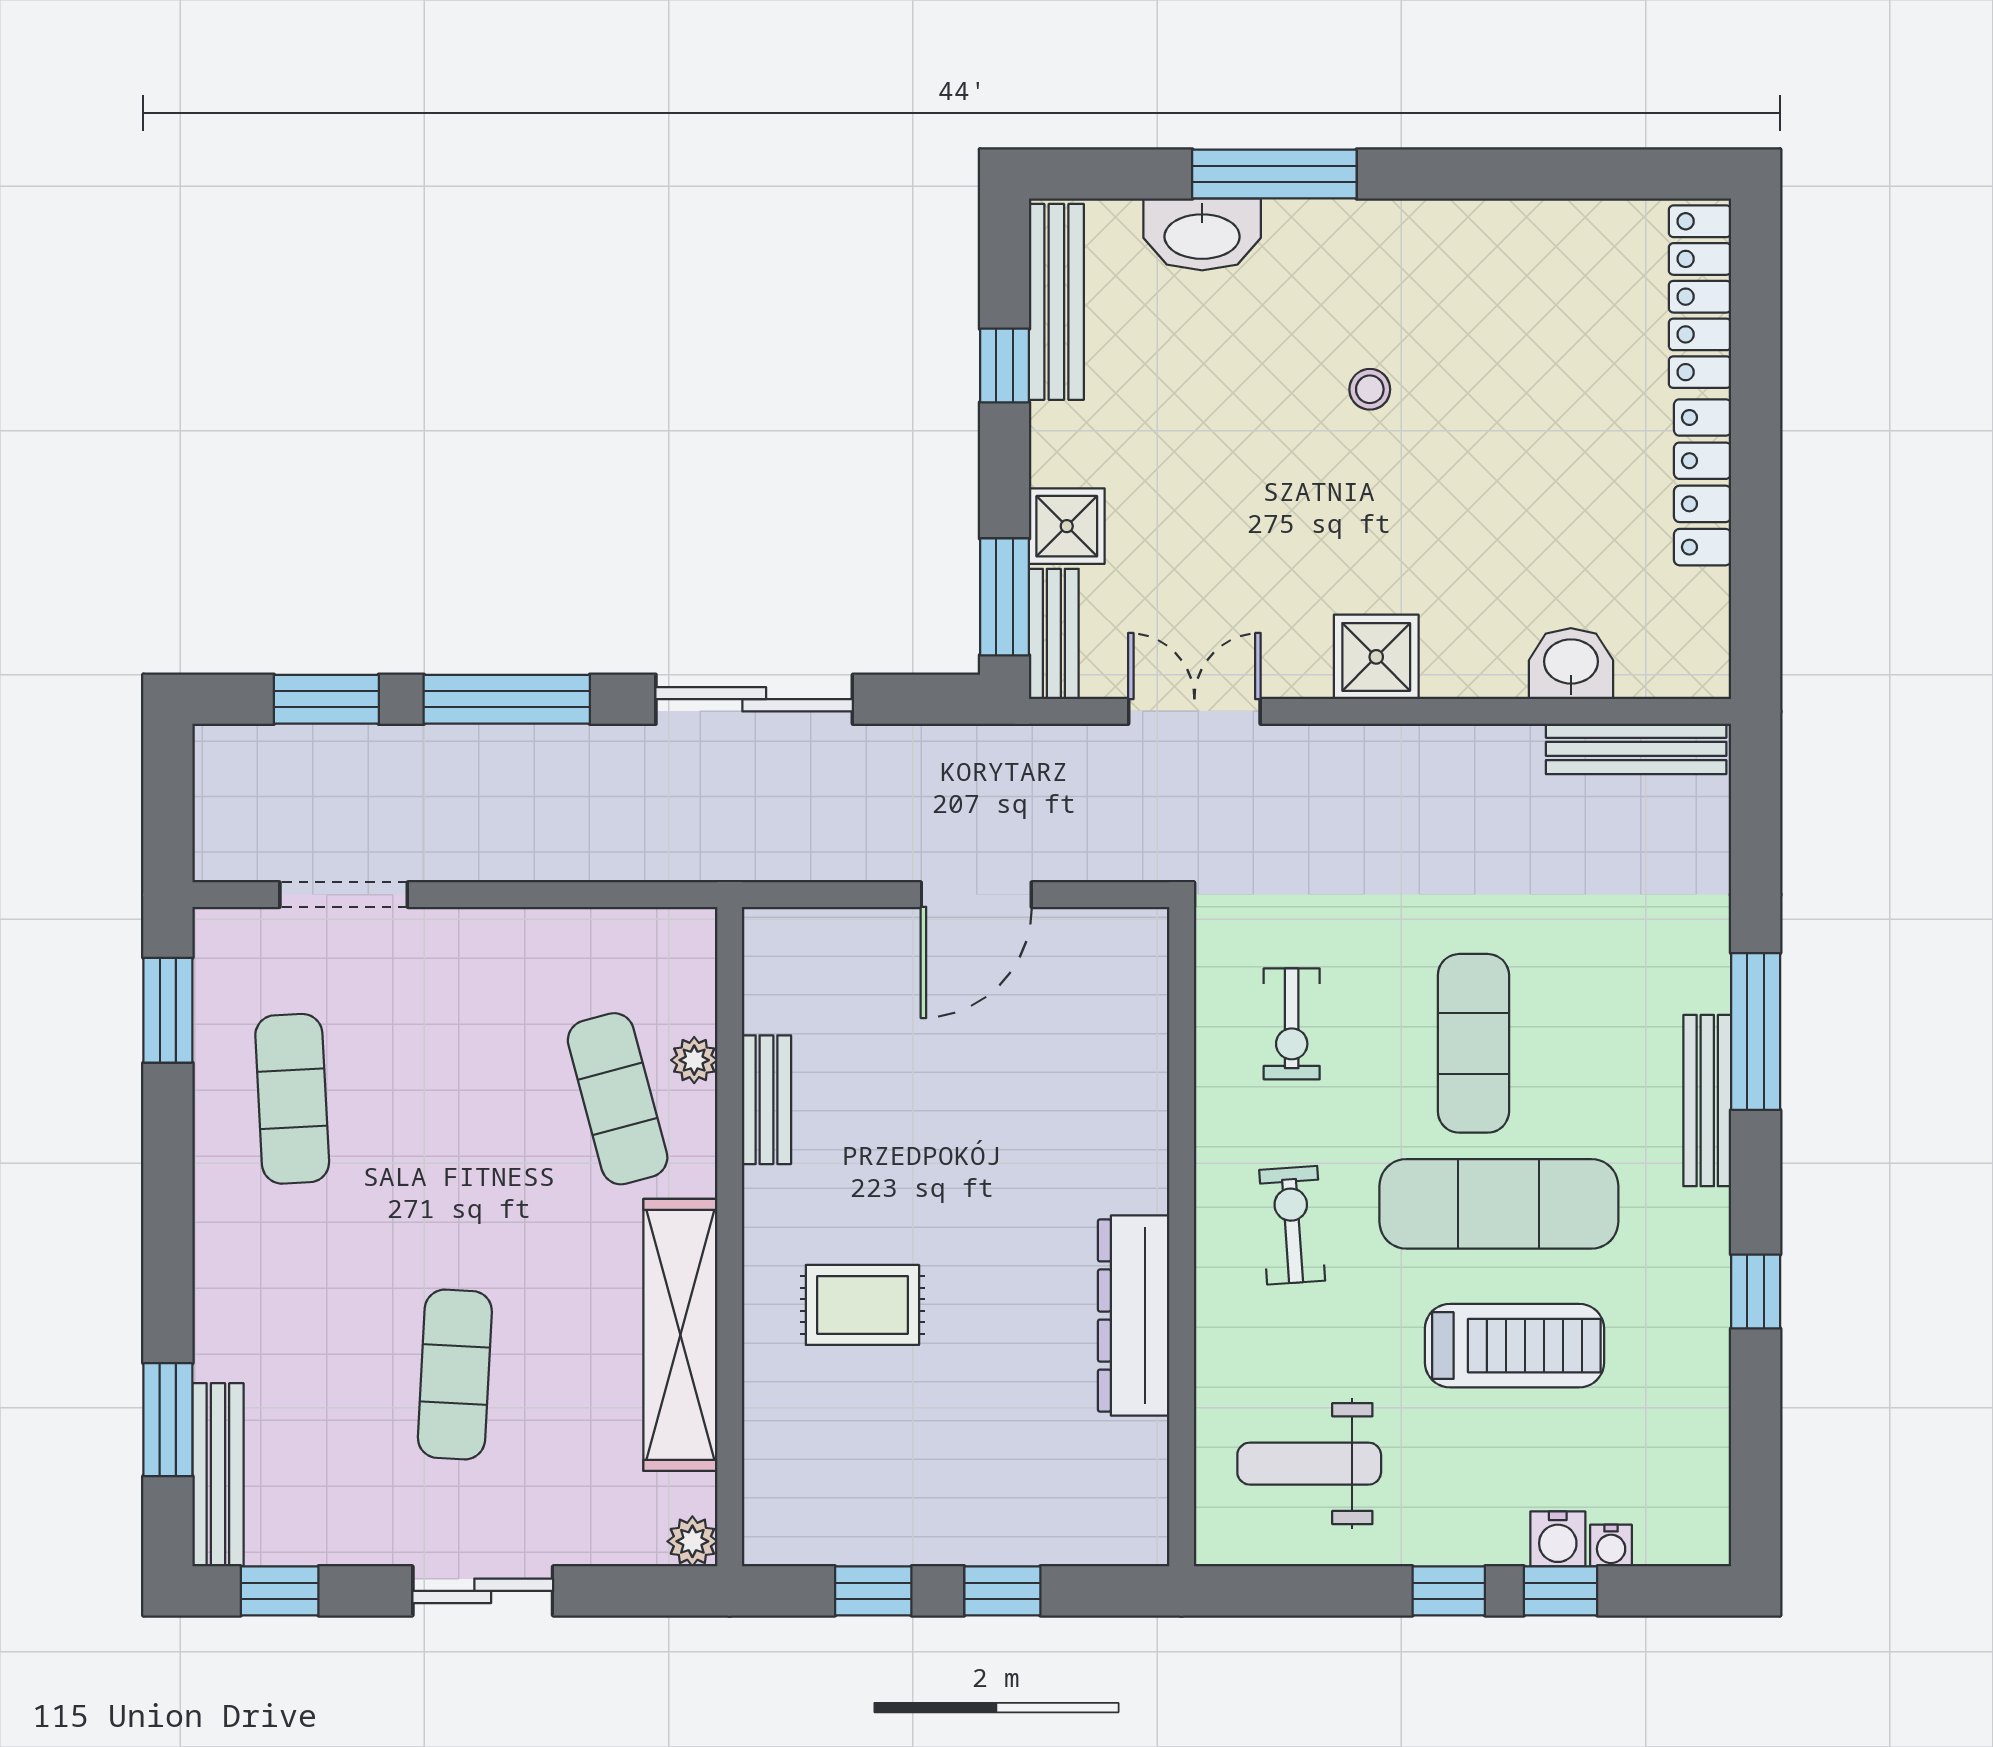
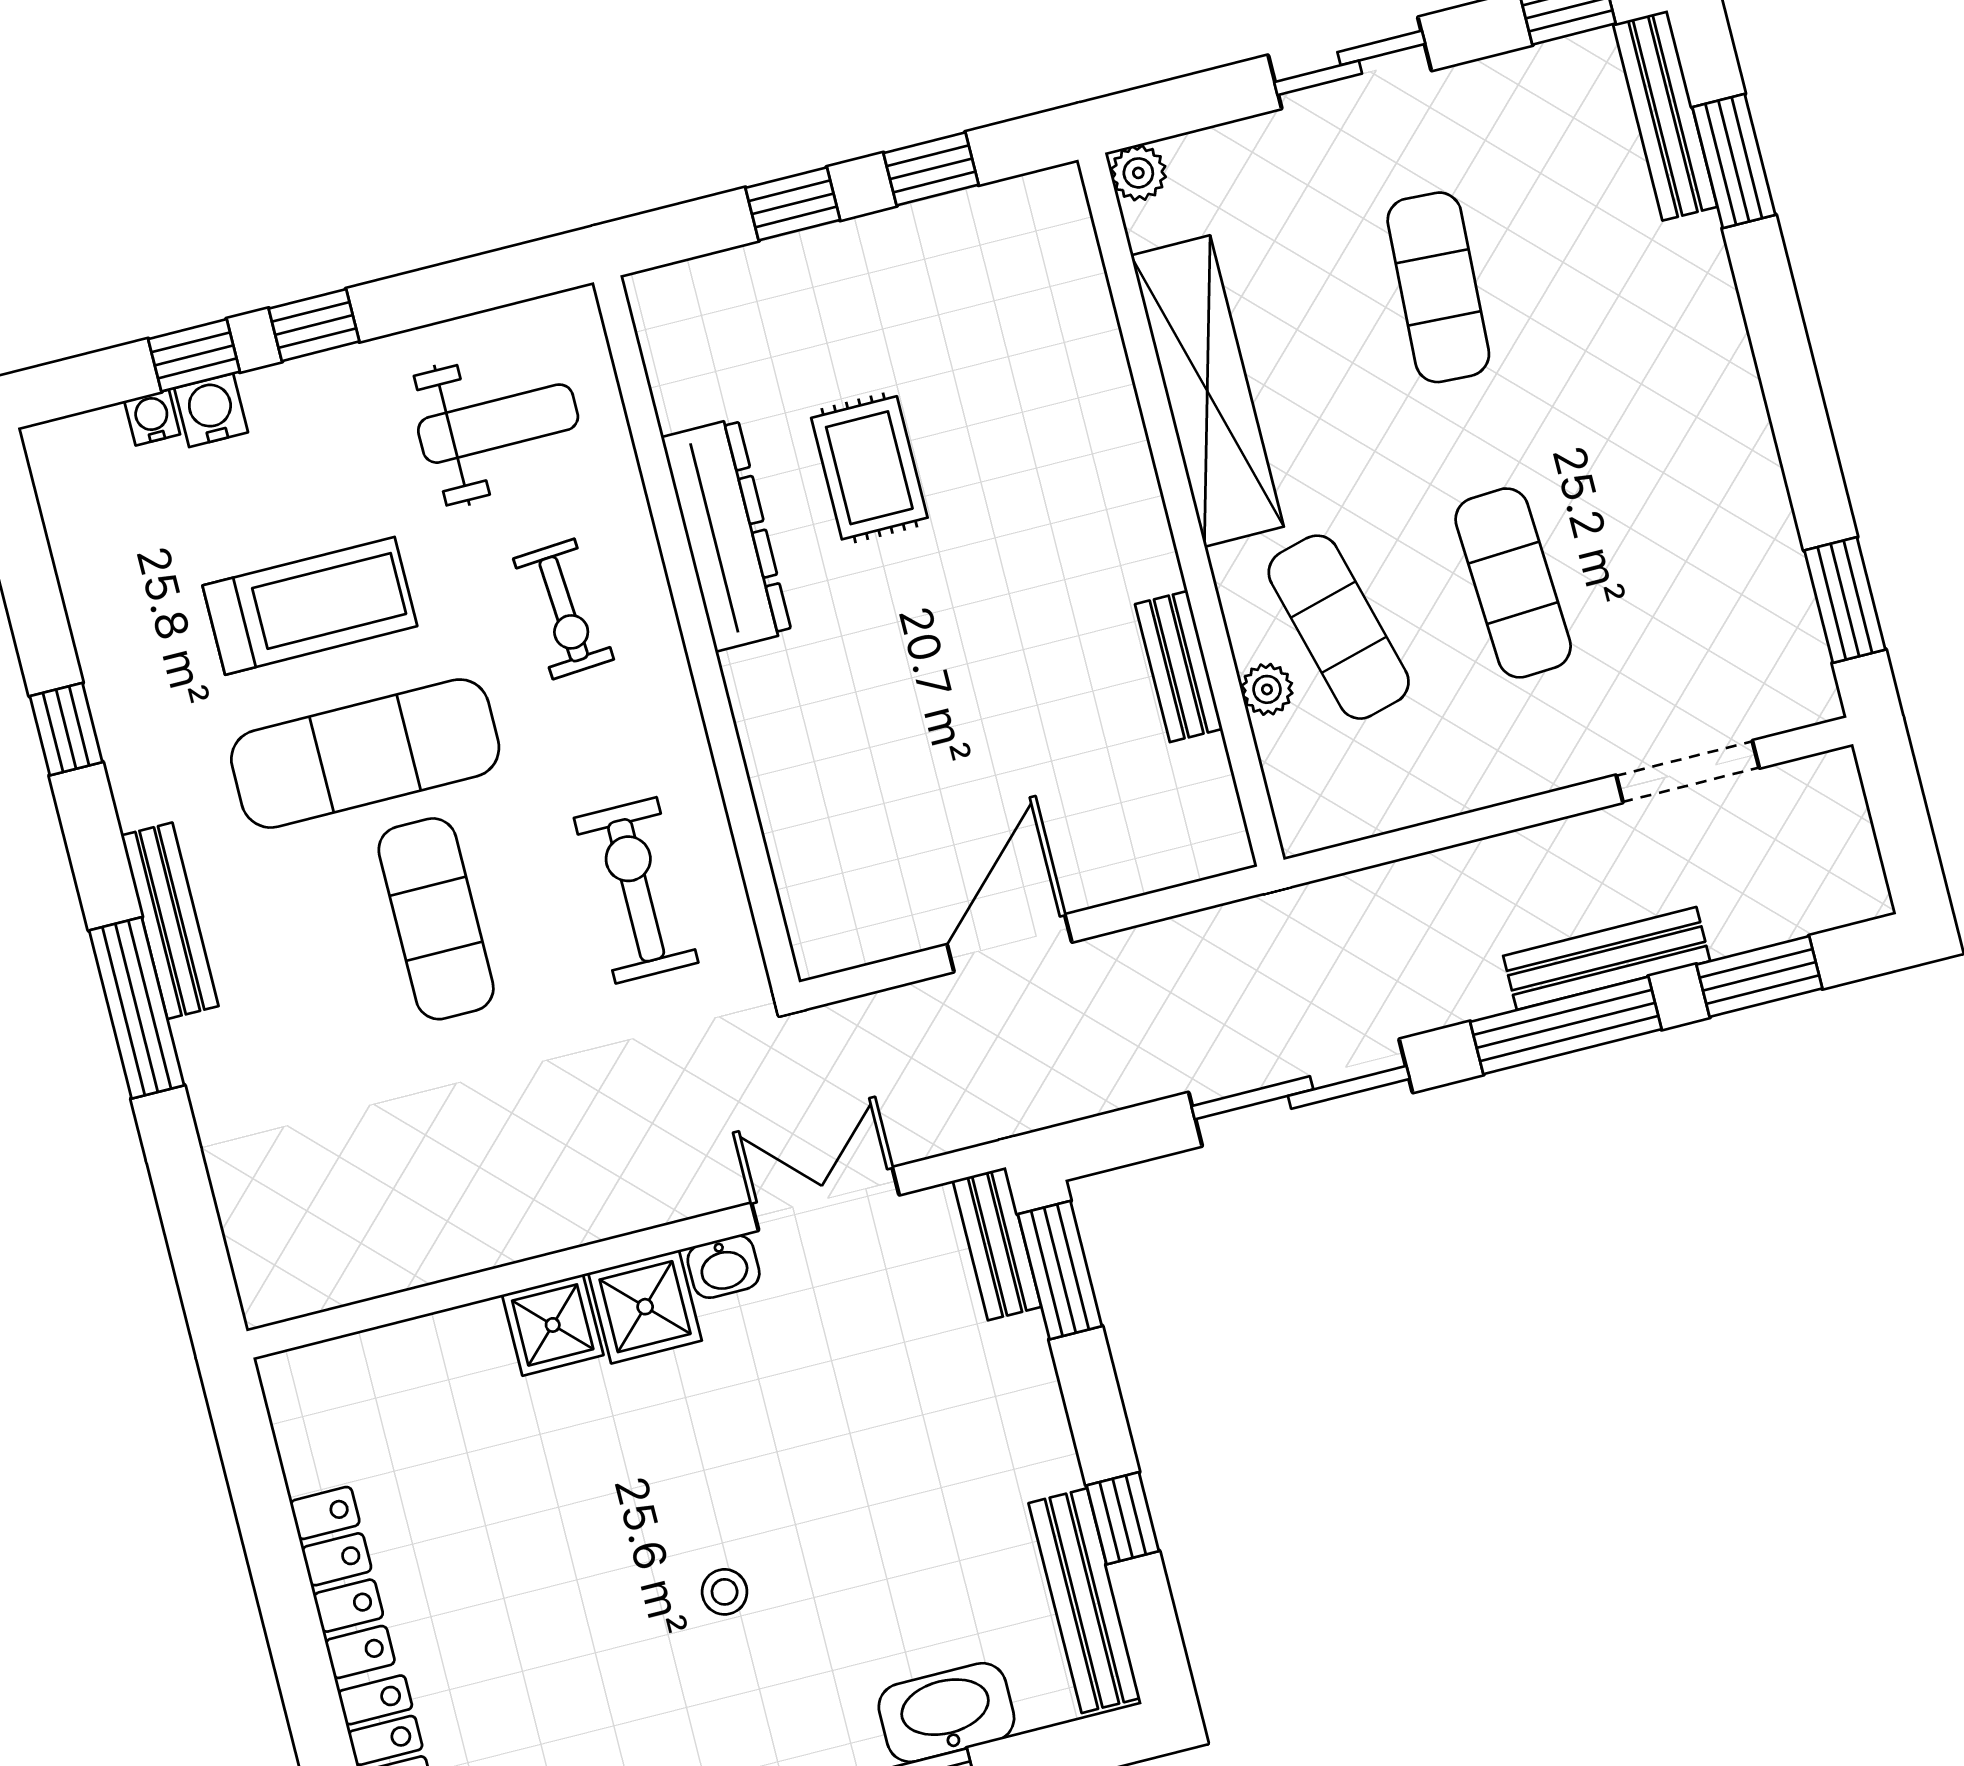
shower: (1067, 526) -> (553, 1325), moved
washbasin: (1571, 664) -> (724, 1267), moved, width x0.72, depth x0.69
double door: (1194, 711) -> (825, 1199), swing flipped
bench: (1636, 749) -> (1607, 958), moved
exercise bike: (1292, 1024) -> (636, 890), width x1.38, depth x1.39
exercise mat: (292, 1099) -> (1513, 583), moved
exercise bike: (1292, 1225) -> (564, 609), moved
rug: (862, 1305) -> (869, 468), moved, turned 90
treadmill: (1515, 1346) -> (310, 606), turned 180

